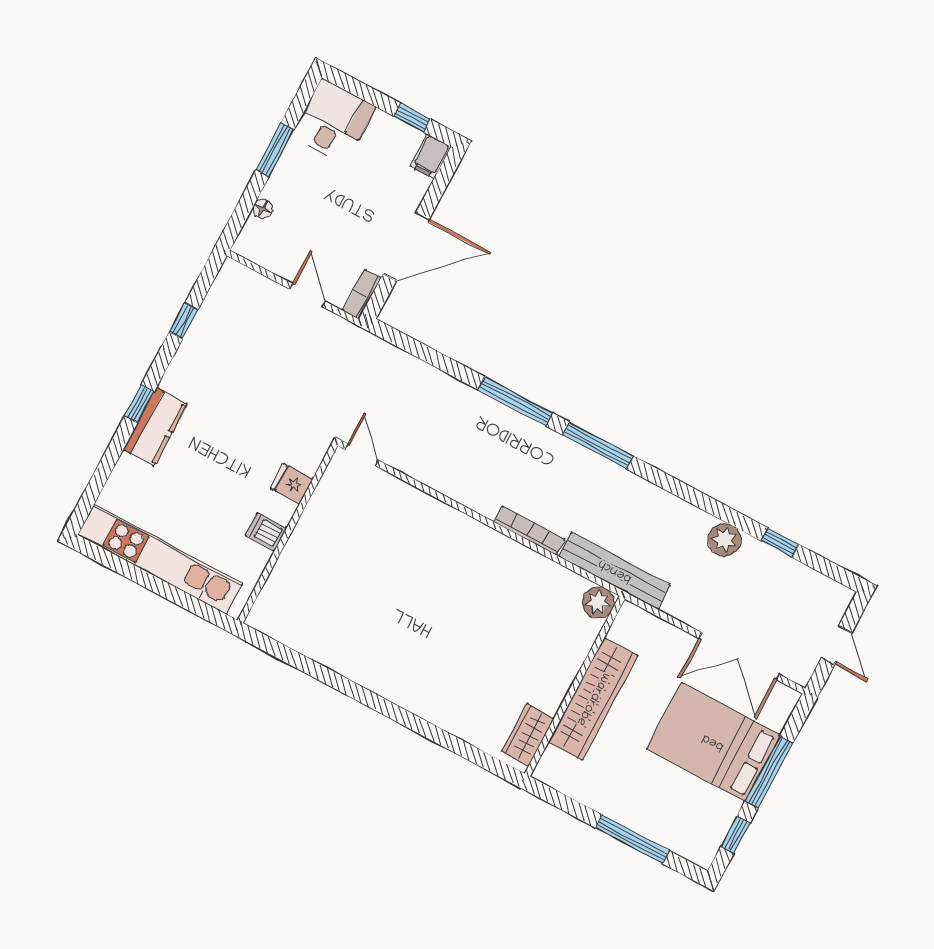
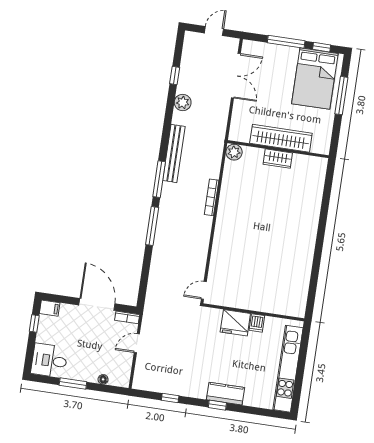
fridge: (292, 484) -> (235, 323), width x1.88, depth x1.34
bench: (615, 571) -> (174, 153), moved
wardrobe: (528, 735) -> (278, 159), moved
bed: (713, 742) -> (315, 79), moved

